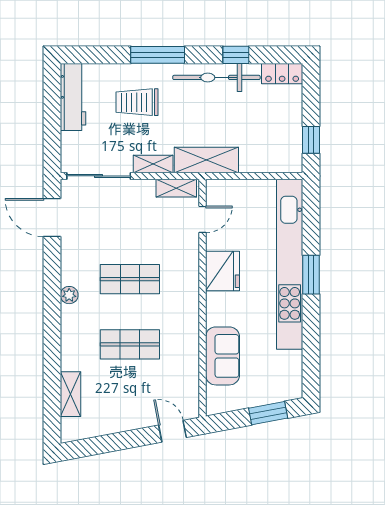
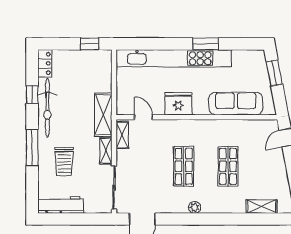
window: (311, 275) -> (206, 44), moved
sofa: (223, 356) -> (236, 104), width x1.36

